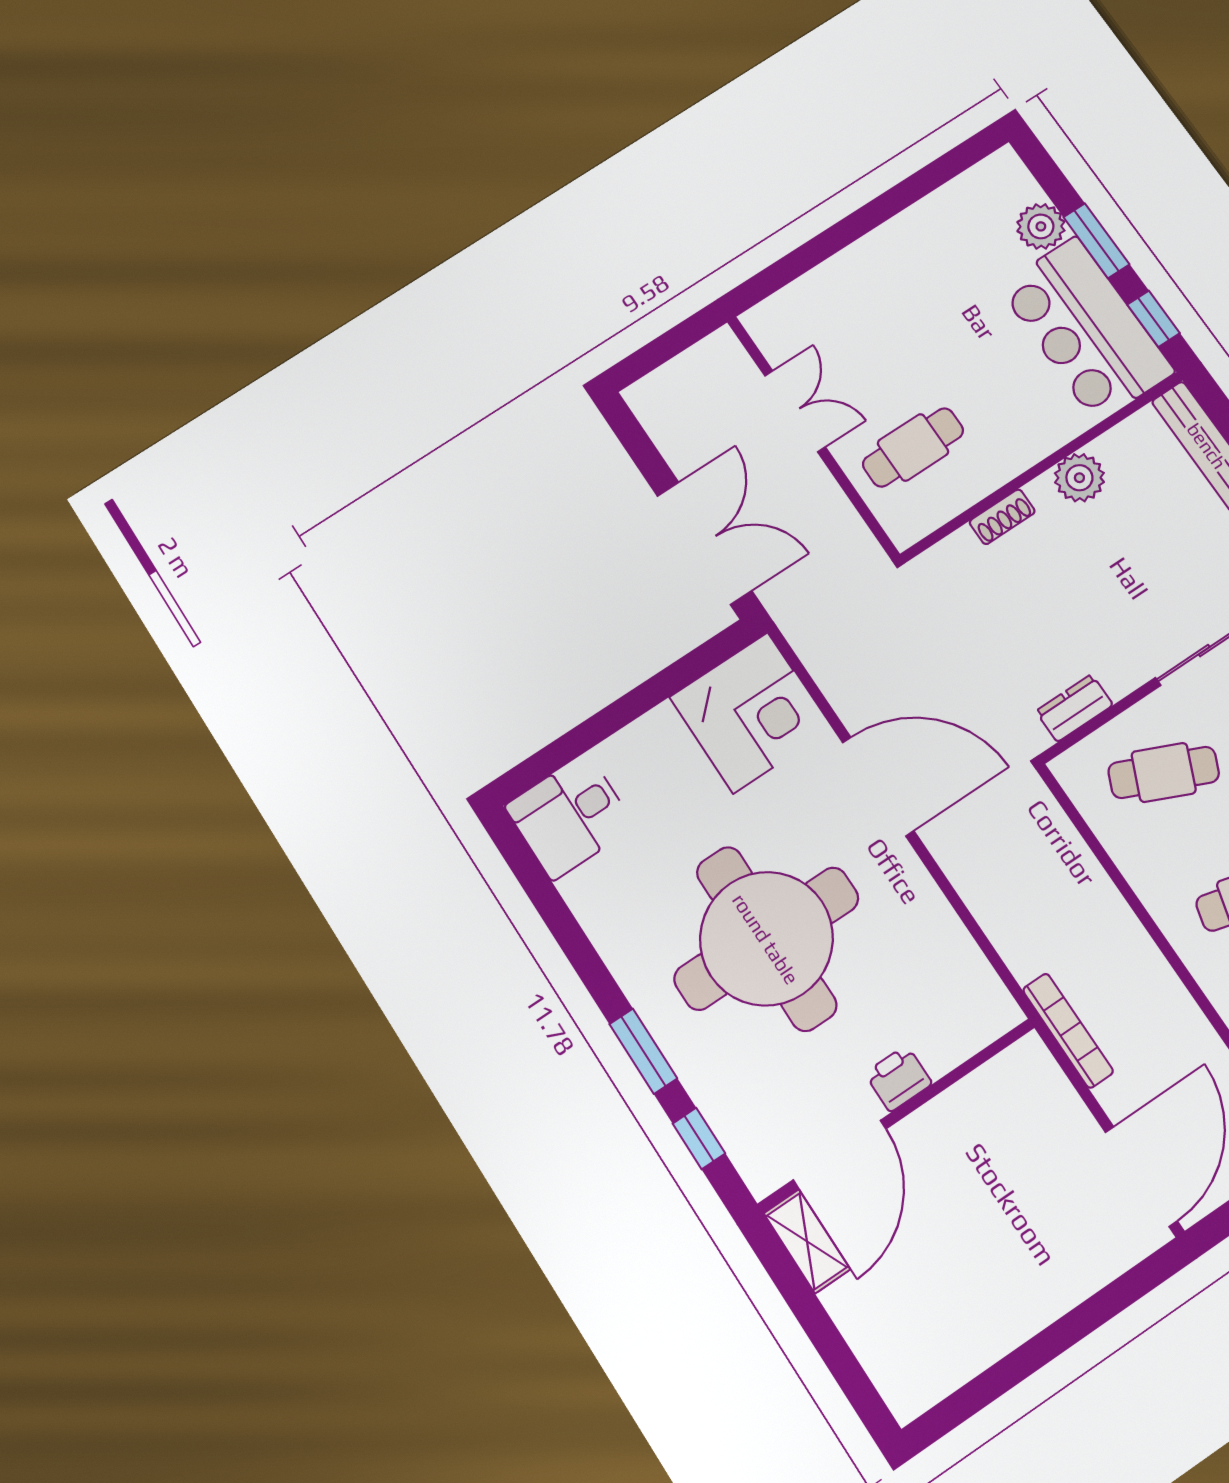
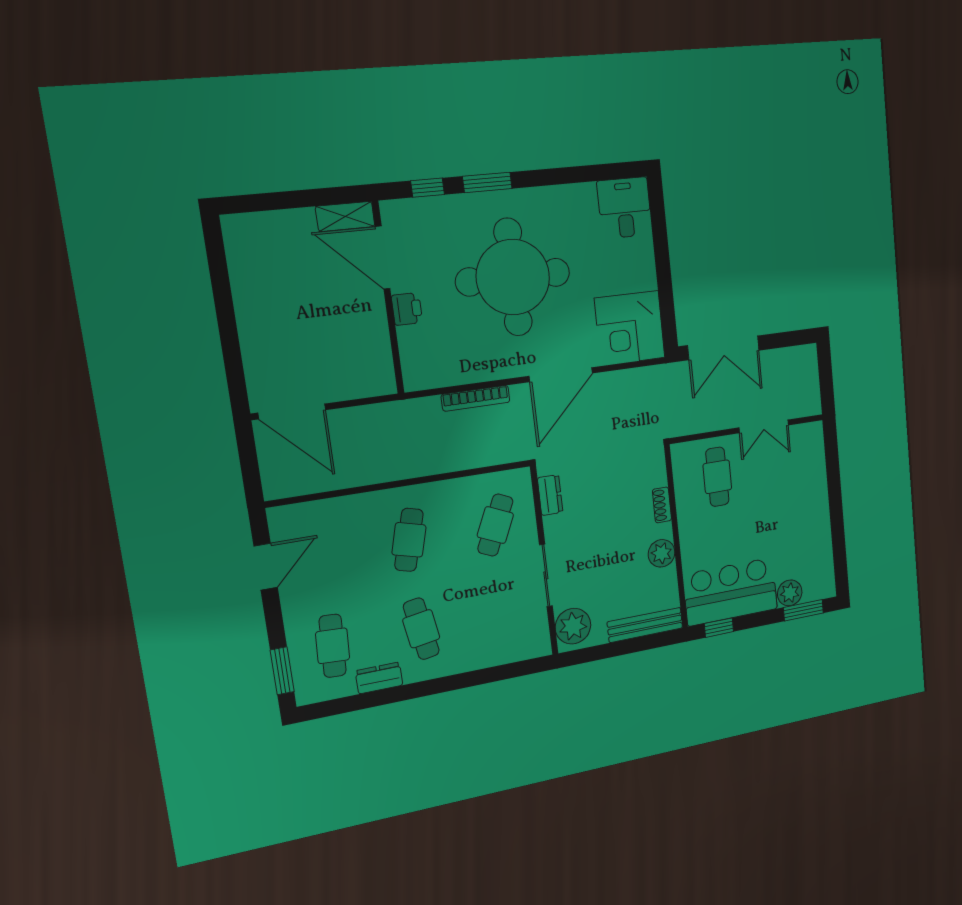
window: (1096, 241) -> (803, 610), moved
bookcase: (1068, 1031) -> (476, 398), moved

